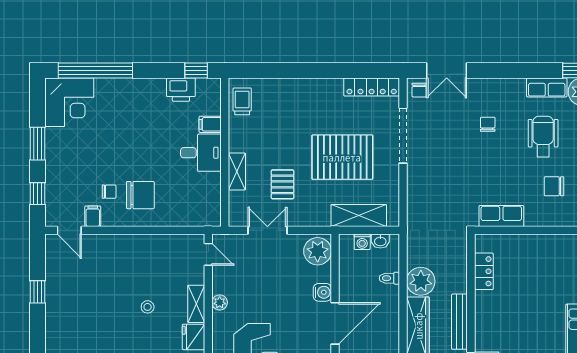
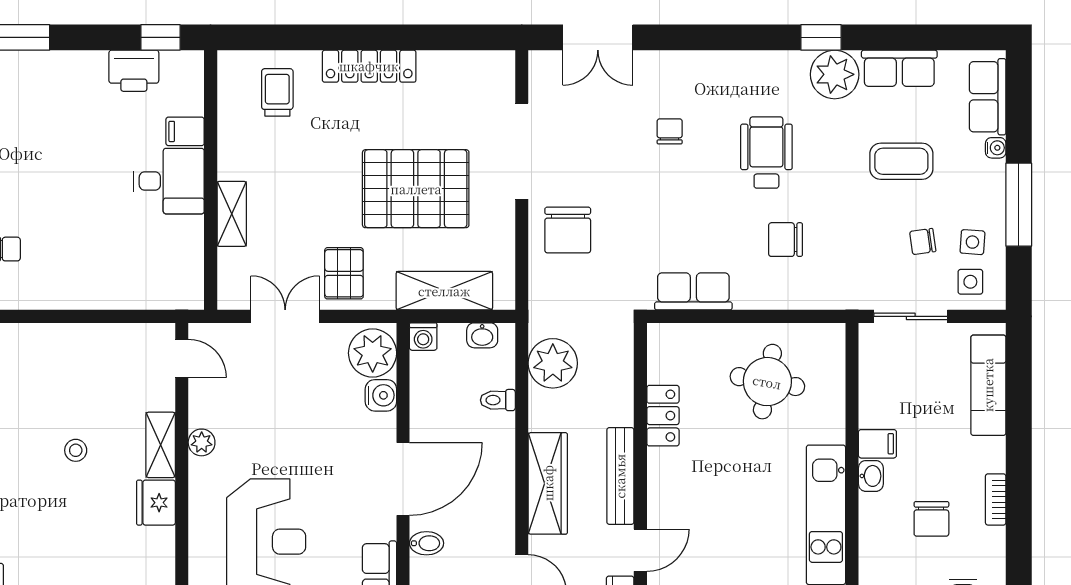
locker: (372, 87) -> (369, 66), moved
row of seats: (547, 87) -> (773, 67), removed
chair: (419, 90) -> (568, 230), moved, width x1.87, depth x1.87
trolley: (242, 101) -> (277, 92), moved
pallet: (283, 184) -> (344, 273), moved
chair: (140, 195) -> (63, 255), removed
washing machine: (362, 242) -> (423, 337), moved
round table: (544, 268) -> (767, 382), added
locker: (484, 271) -> (663, 416), moved
plant: (421, 281) -> (553, 363), moved
water cooler: (322, 292) -> (381, 395), moved

